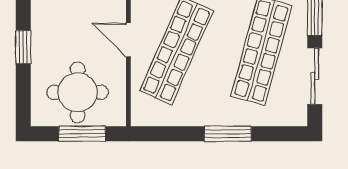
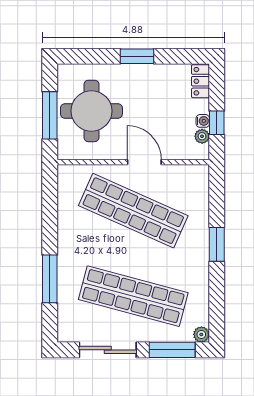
door: (128, 40) -> (144, 162), hinge flipped
window: (228, 134) -> (50, 279), moved

